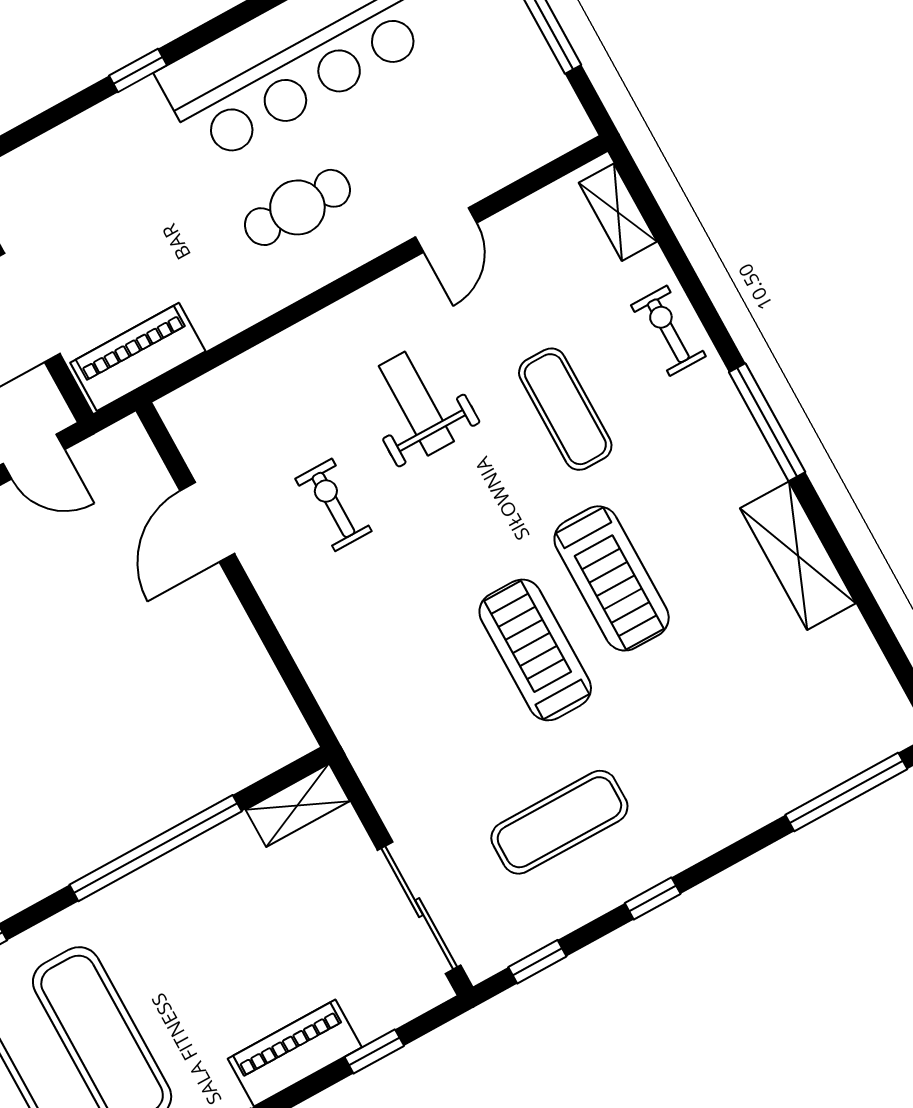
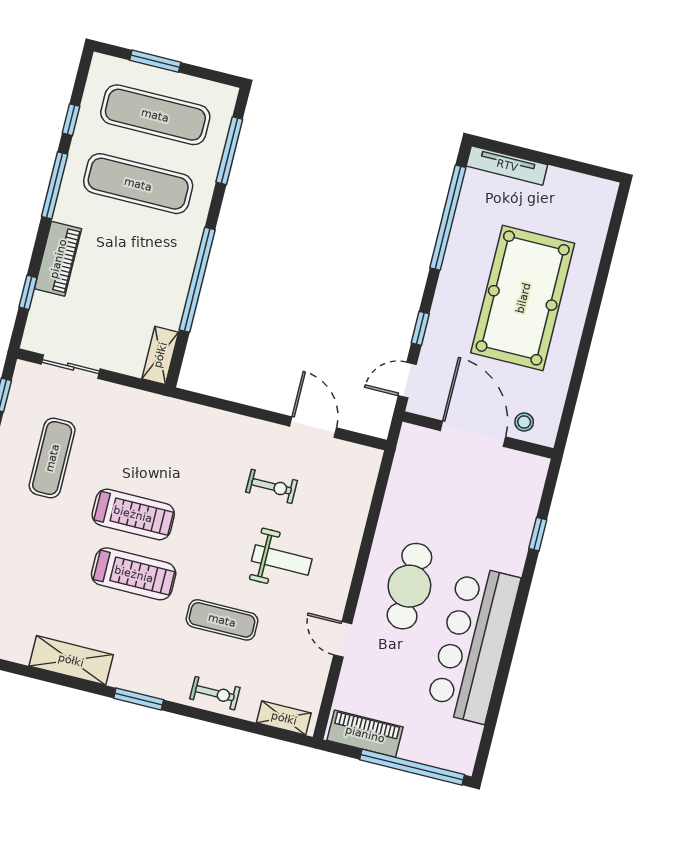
window: (138, 70) -> (538, 534), moved
cafe table: (297, 207) -> (409, 586), width x1.37, depth x1.35
piano: (138, 357) -> (365, 734), moved, turned -90
window: (767, 422) -> (139, 699), width x0.69
treadmill: (612, 578) -> (134, 574), turned 180
sliding door: (419, 908) -> (71, 367), width x0.73

